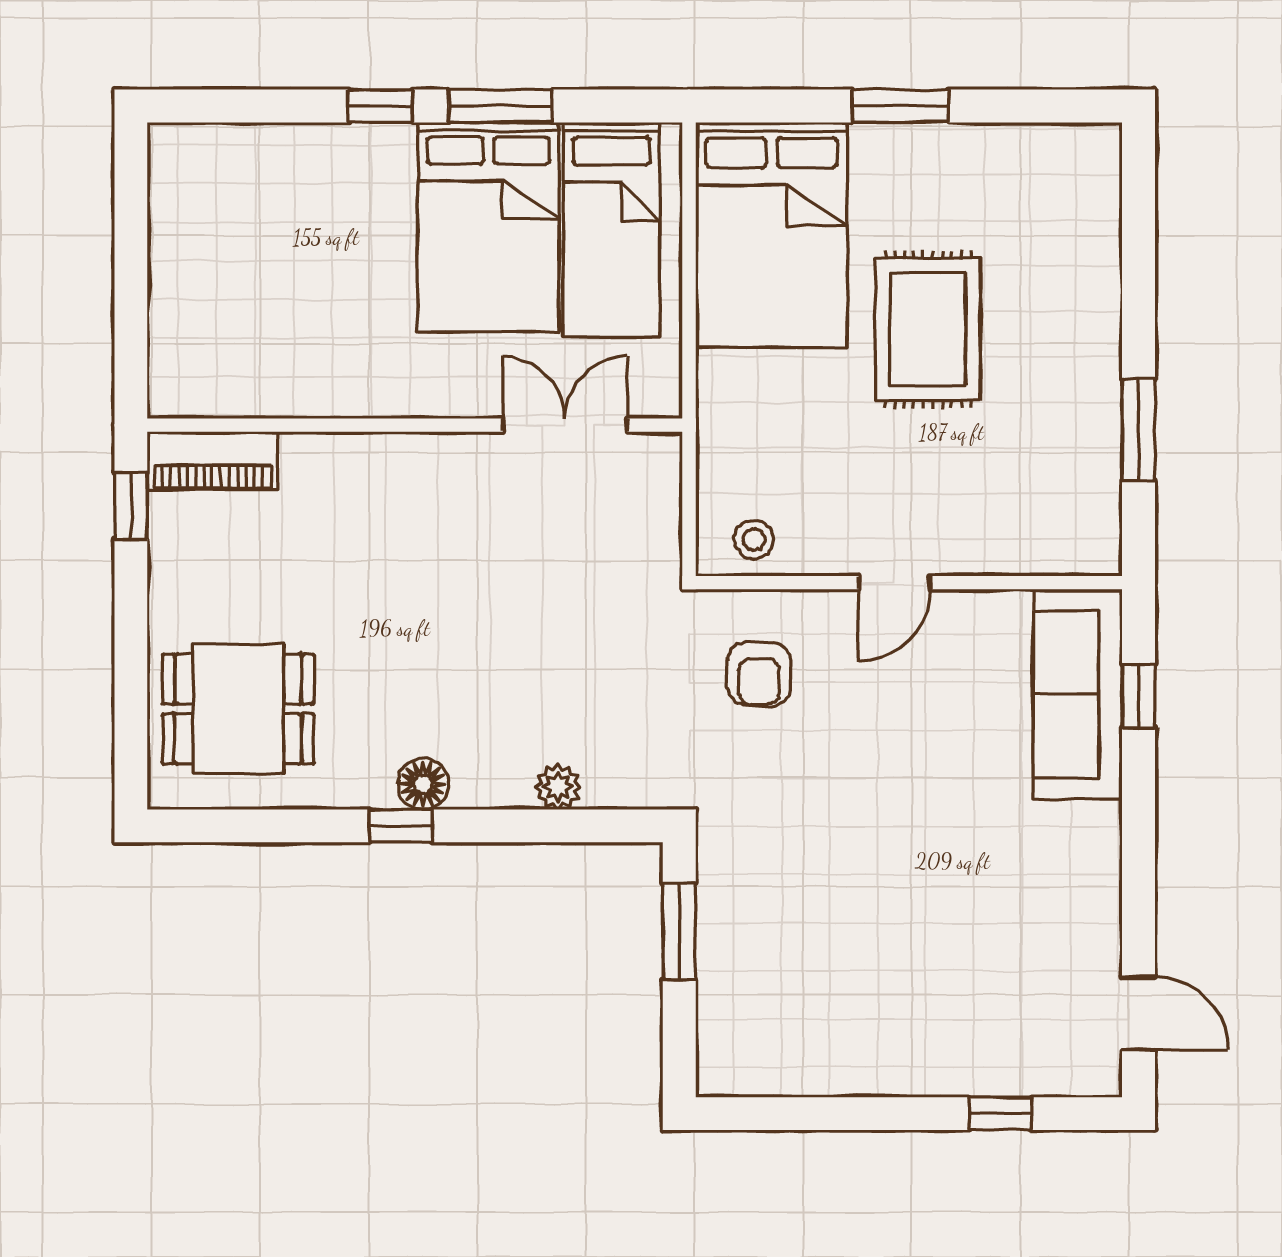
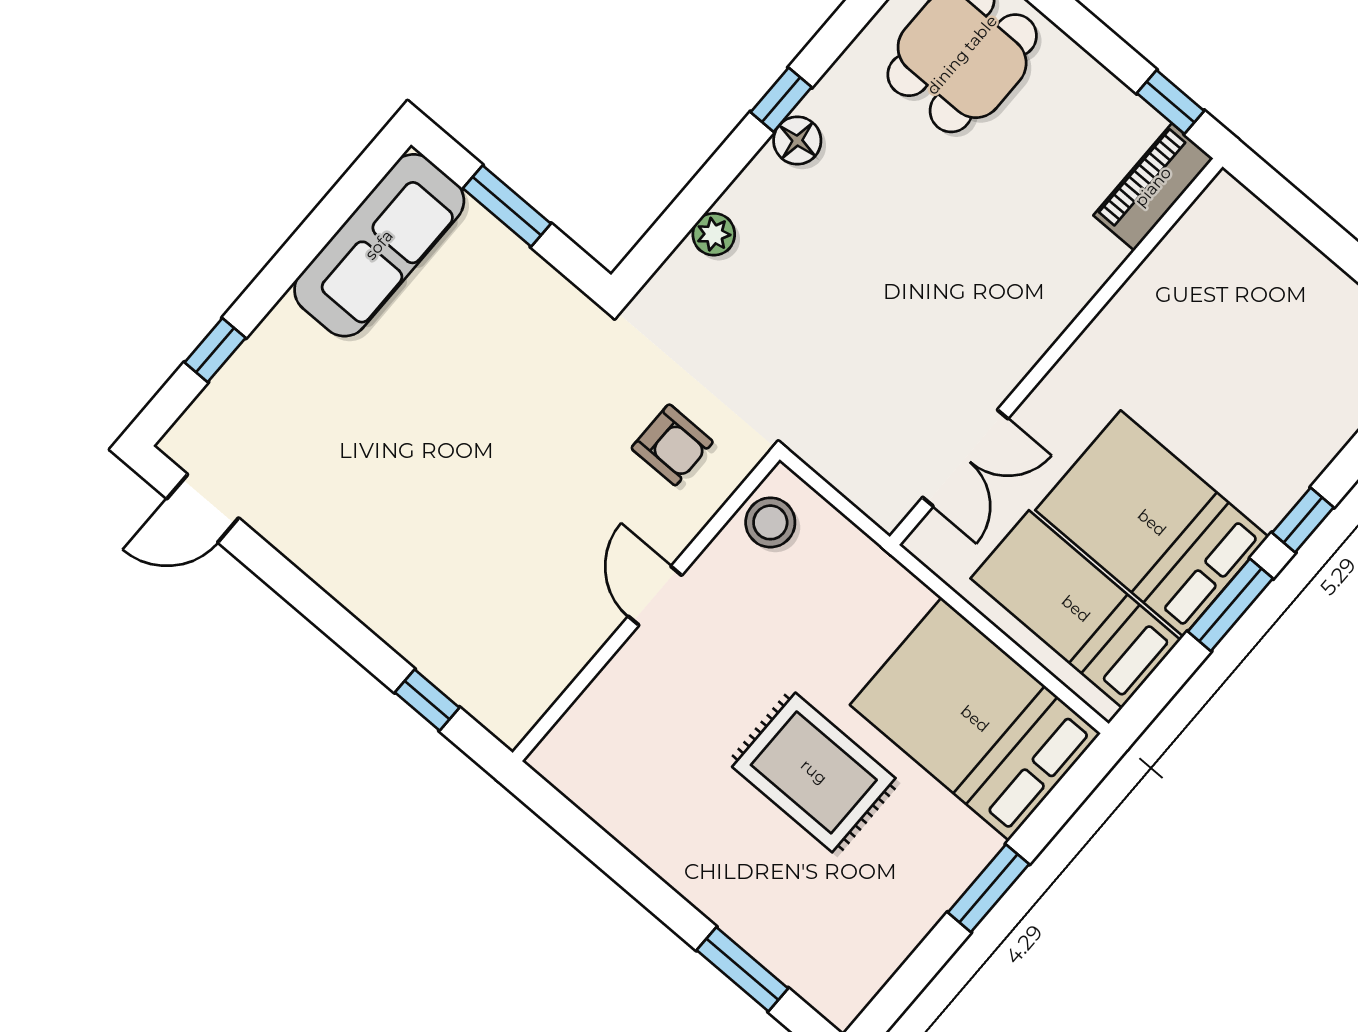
window: (1139, 430) -> (742, 969), moved
stool: (754, 540) -> (770, 522), width x1.37, depth x1.37
armchair: (759, 674) -> (672, 445), turned 180
sofa: (1078, 694) -> (379, 245), moved, turned 90
window: (679, 931) -> (507, 206), moved

